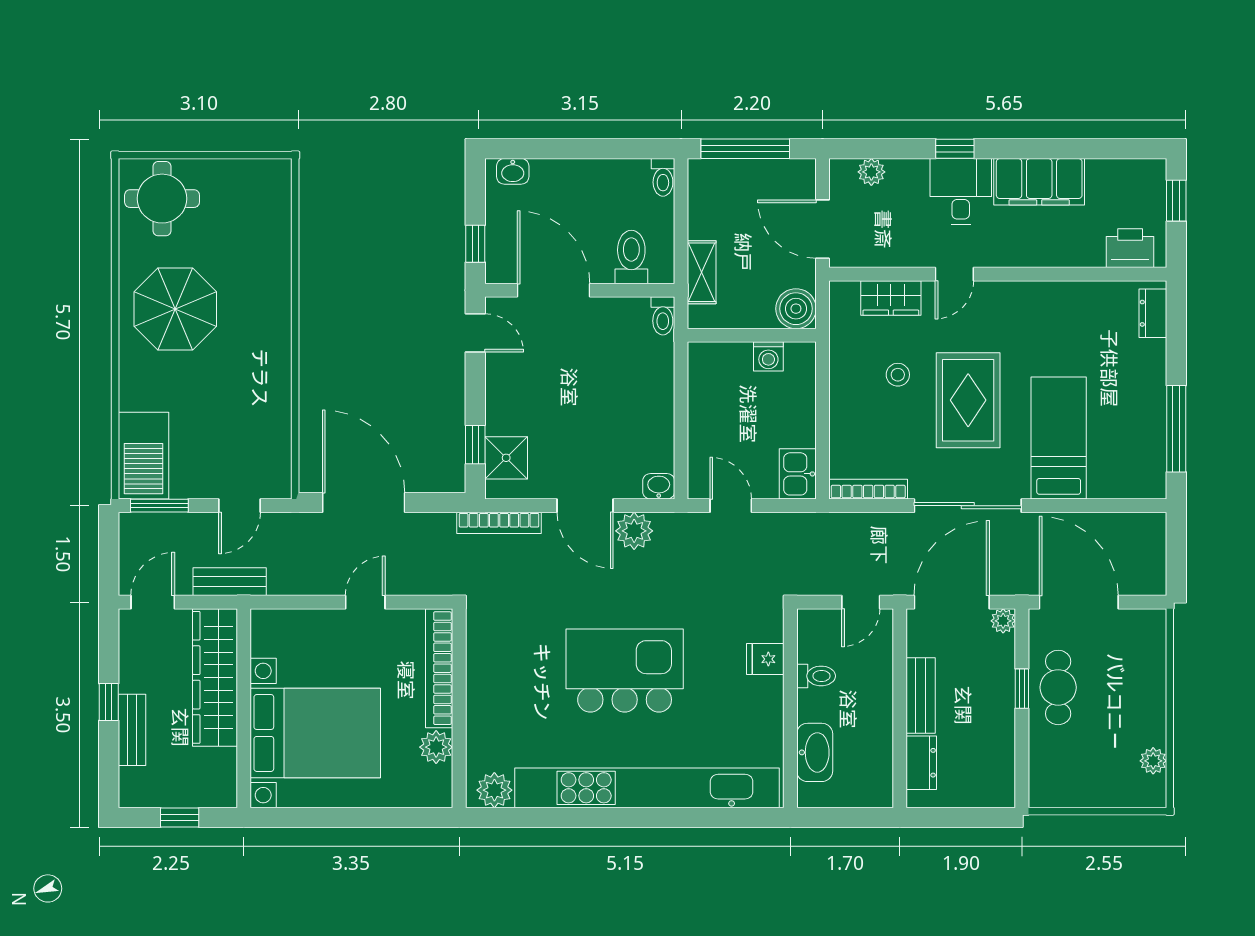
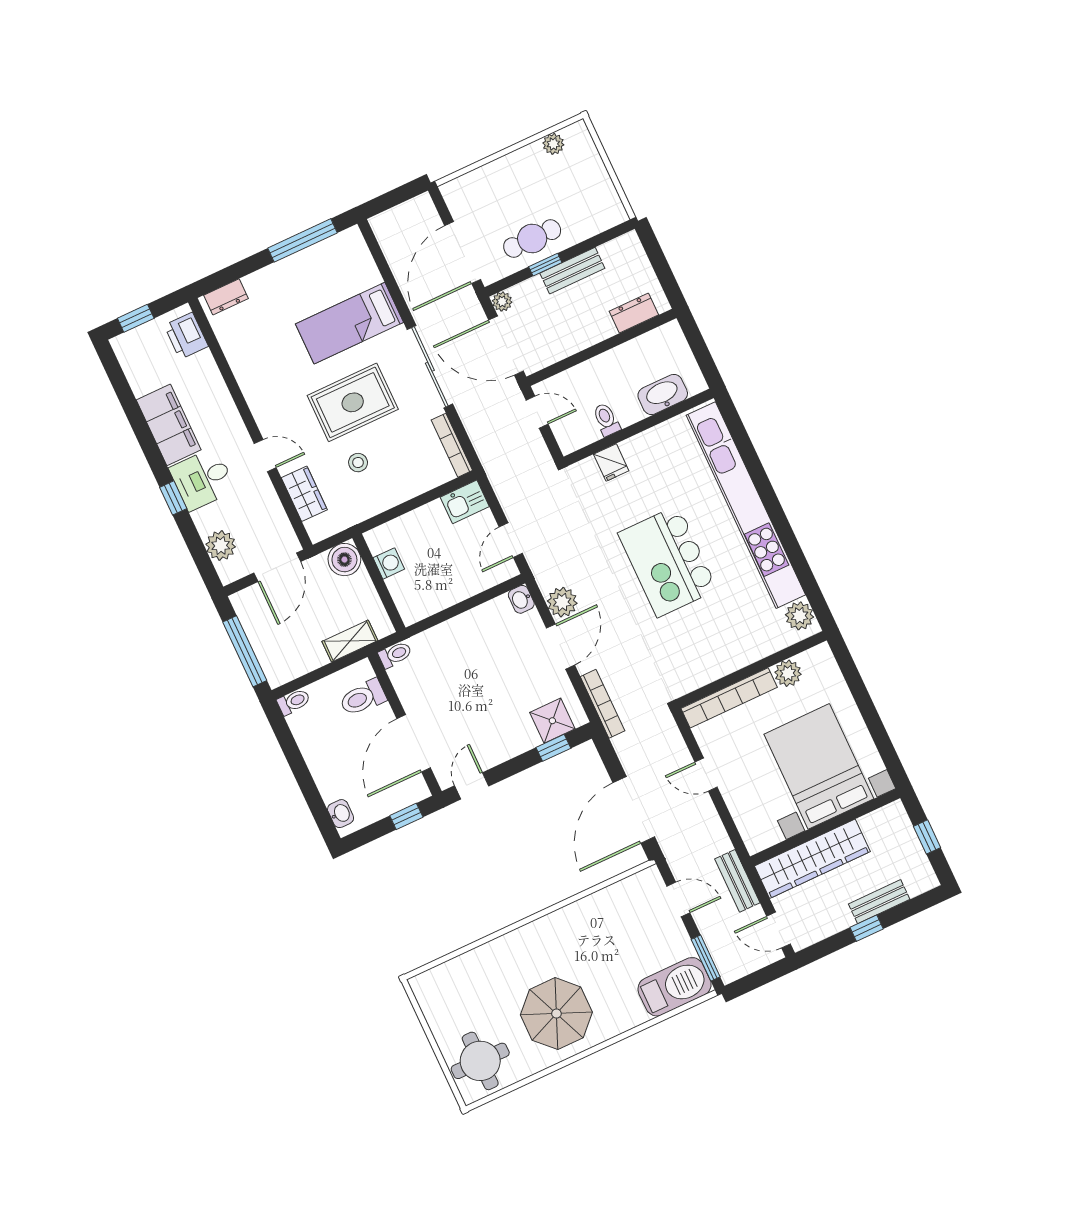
plant: (871, 172) -> (221, 546), width x1.38, depth x1.38
bench: (921, 695) -> (572, 271), moved

